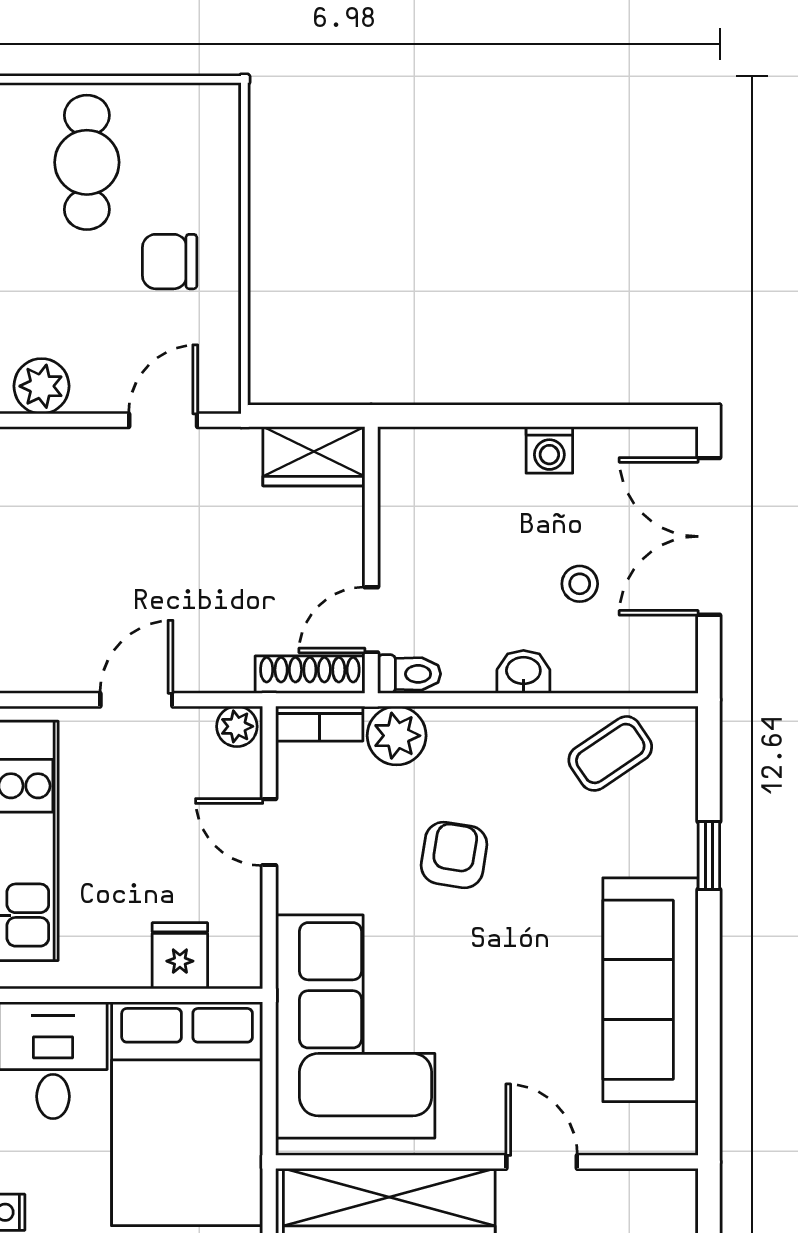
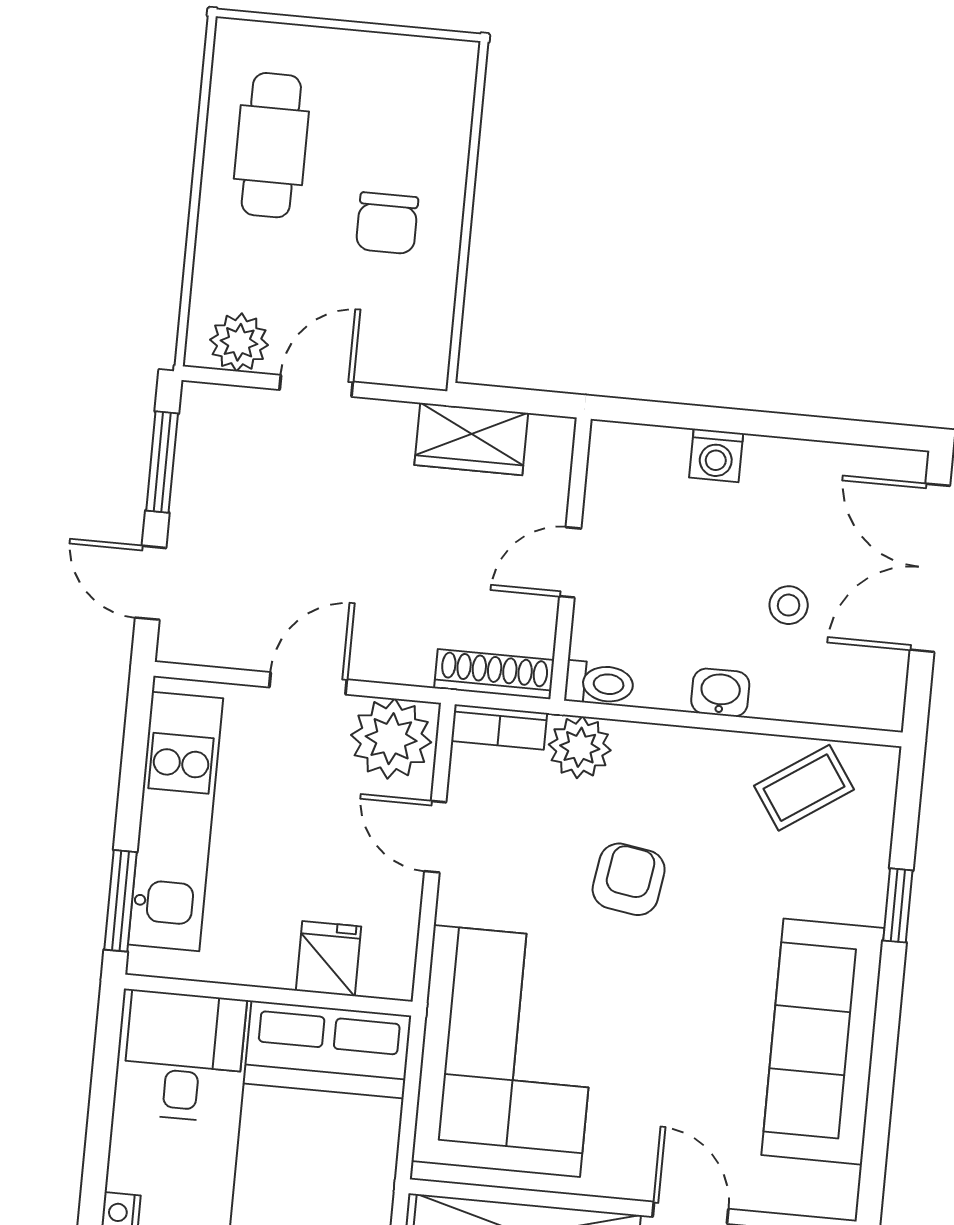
cafe table: (87, 162) -> (271, 145), moved
chair: (170, 262) -> (387, 223), turned -90
door: (163, 420) -> (316, 386), moved
washing machine: (549, 450) -> (716, 455), moved
wardrobe: (314, 456) -> (471, 439), moved
door: (371, 620) -> (570, 562), moved
plant: (237, 726) -> (391, 739), width x1.88, depth x1.88

